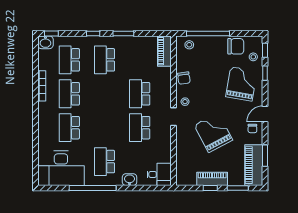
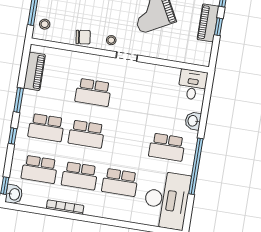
piano: (164, 51) -> (34, 71), moved, turned -90
school desk: (140, 128) -> (86, 134), moved

